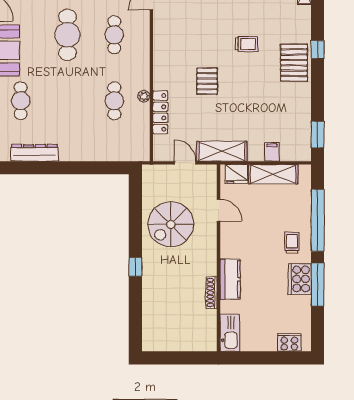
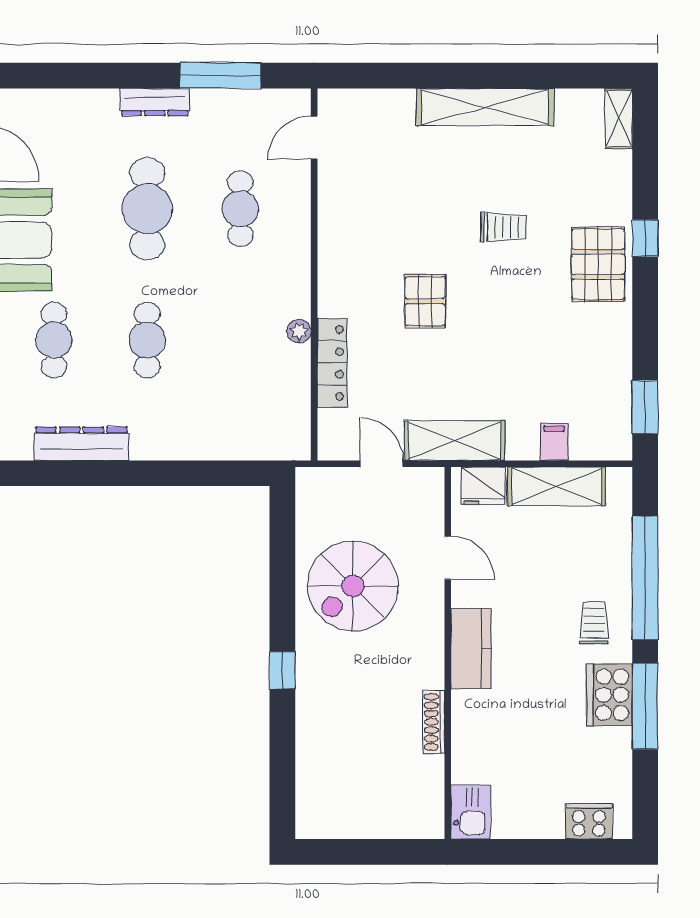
cafe table: (114, 101) -> (147, 340), moved
kitchen counter: (230, 279) -> (471, 649), moved
kitchen sink: (230, 333) -> (471, 812), width x0.73

